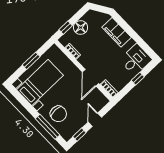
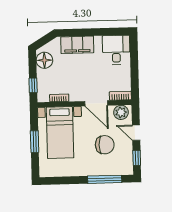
floor lamp: (81, 28) -> (44, 60), moved
window: (138, 79) -> (134, 63), removed
bed with nightstands: (40, 82) -> (60, 133), moved, turned 180
plant: (99, 99) -> (121, 112), added
chair: (58, 114) -> (105, 145), moved

